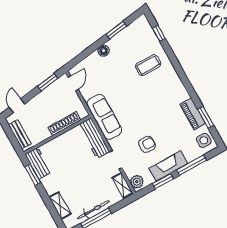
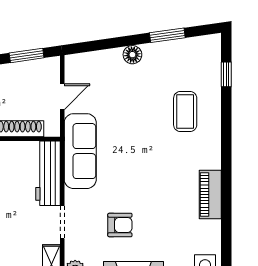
coffee table: (148, 65) -> (185, 112), turned 90
door: (73, 83) -> (62, 97), moved
piano: (193, 114) -> (210, 195), moved
window: (206, 117) -> (226, 233), removed

